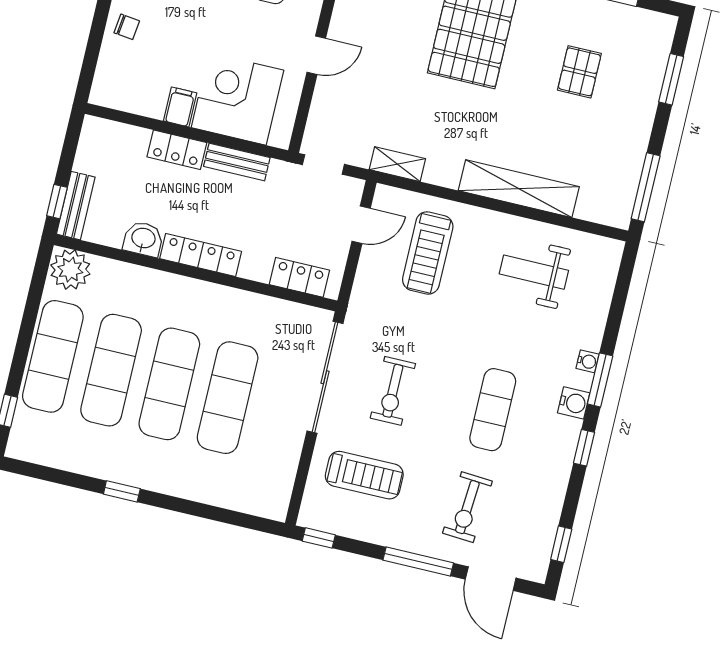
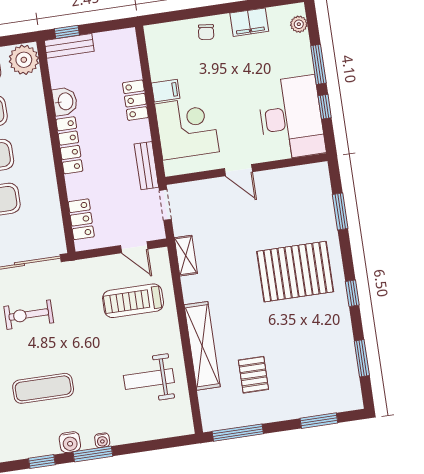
pallet: (579, 72) -> (253, 375), moved, turned 90
bench: (237, 162) -> (146, 166), moved
weight bench: (534, 272) -> (149, 379), turned -90

